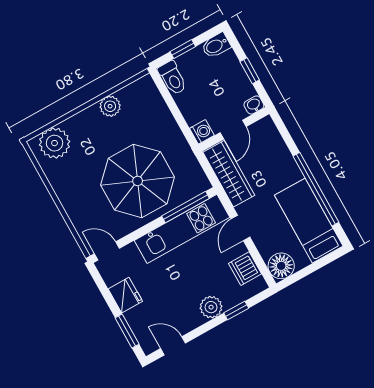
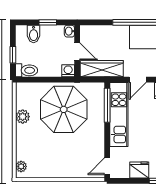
bidet: (216, 45) -> (34, 34), moved
plant: (55, 143) -> (21, 166), width x0.53, depth x0.53
parasol: (138, 181) -> (64, 109), moved
door: (240, 228) -> (138, 80), hinge flipped

